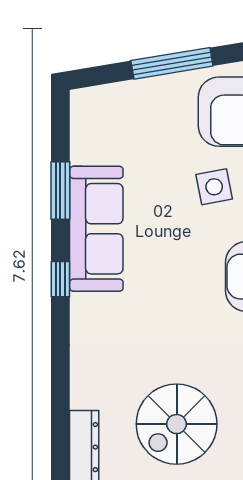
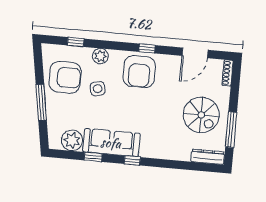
plant: (93, 140) -> (72, 140), added
window: (60, 191) -> (93, 157), width x0.67

